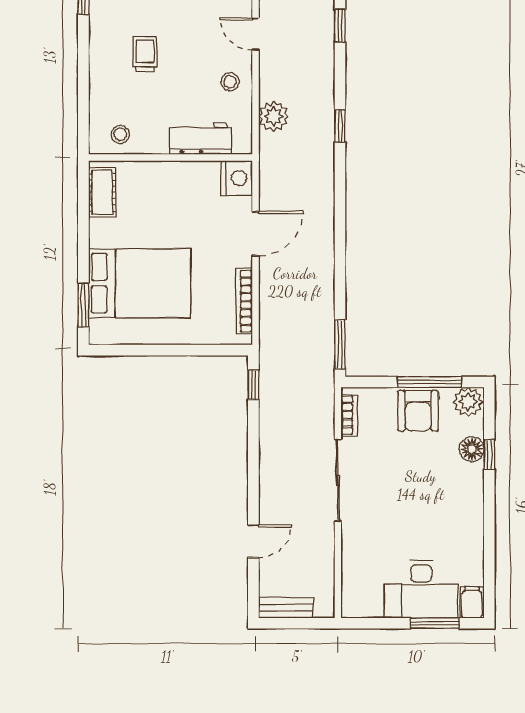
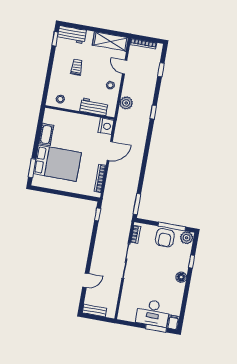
cot: (102, 192) -> (46, 135), moved
floor lamp: (472, 449) -> (181, 277), moved

